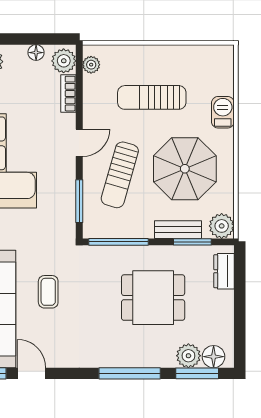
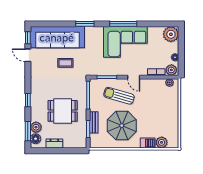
sun lounger: (152, 97) -> (154, 110), removed
plant: (222, 226) -> (162, 142), moved
dresser: (224, 271) -> (54, 144), moved
dining table: (153, 298) -> (63, 111), turned 90
door: (32, 373) -> (28, 55), swing flipped
window: (130, 373) -> (28, 100), width x0.46

